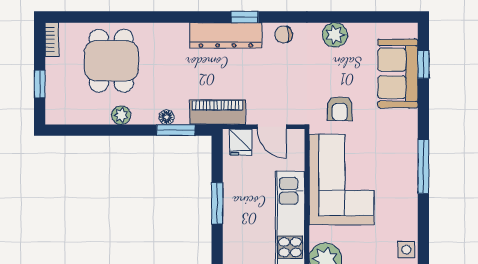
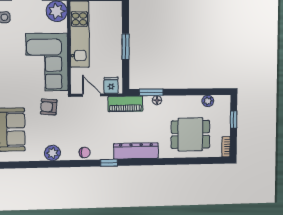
dresser: (226, 35) -> (136, 151), moved
dining table: (111, 61) -> (190, 134), turned 90
armchair: (340, 109) -> (49, 107), turned -85
plant: (121, 115) -> (208, 101), moved

